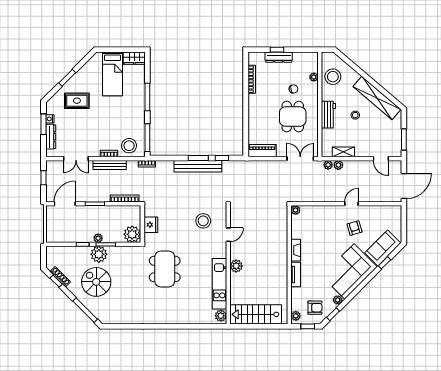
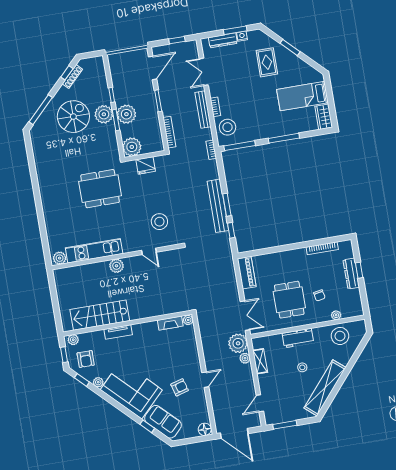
dining table: (293, 117) -> (289, 300), turned 90
plant: (328, 165) -> (238, 343), width x1.87, depth x1.87
door: (65, 204) -> (153, 68), hinge flipped
door: (352, 204) -> (205, 380), hinge flipped
floor lamp: (396, 212) -> (205, 429), added
plant: (98, 238) -> (126, 114), width x1.88, depth x1.88
fireplace: (296, 250) -> (170, 323), moved
stairs: (256, 314) -> (100, 315), moved, turned -90

